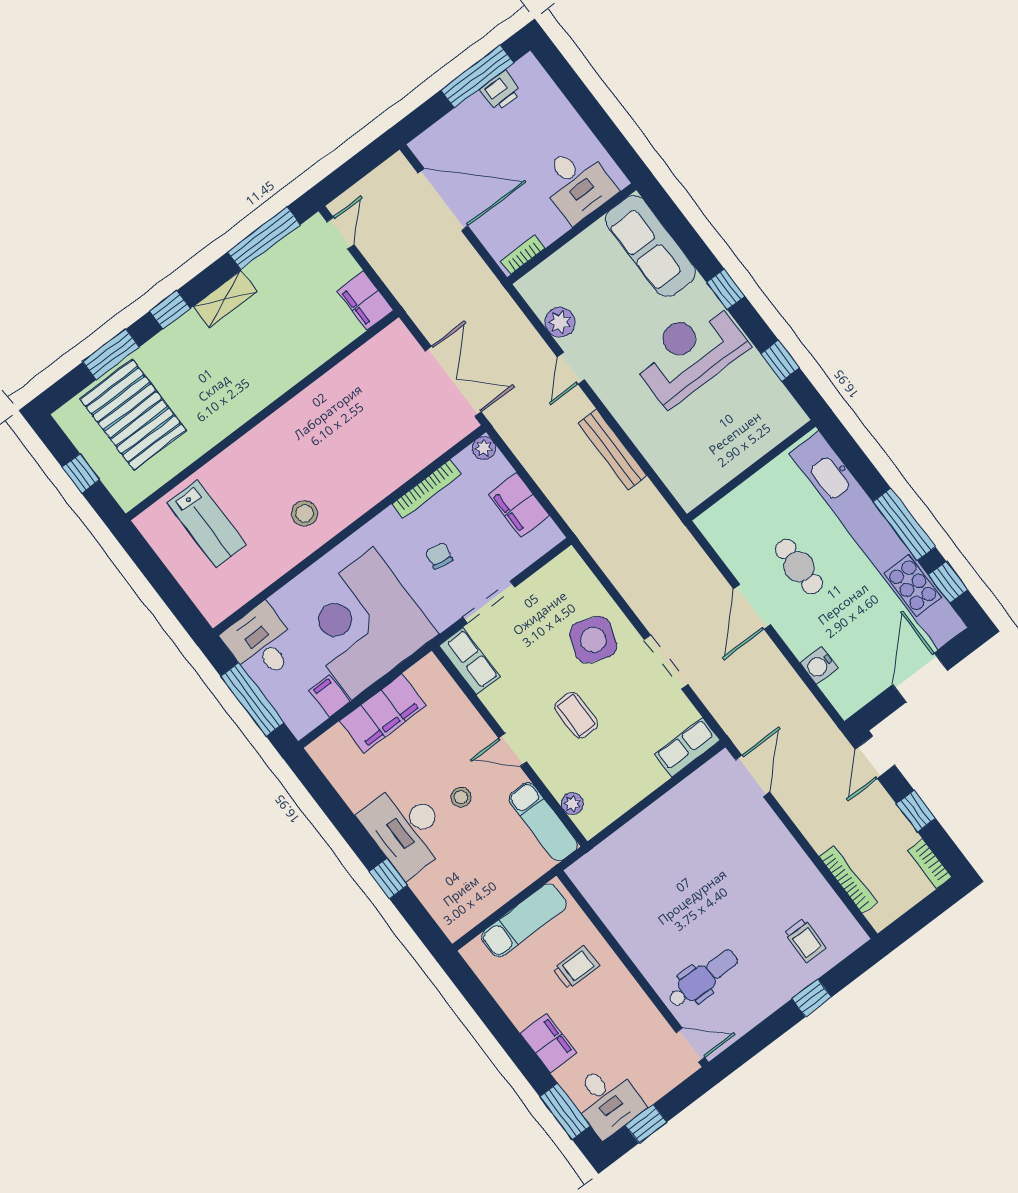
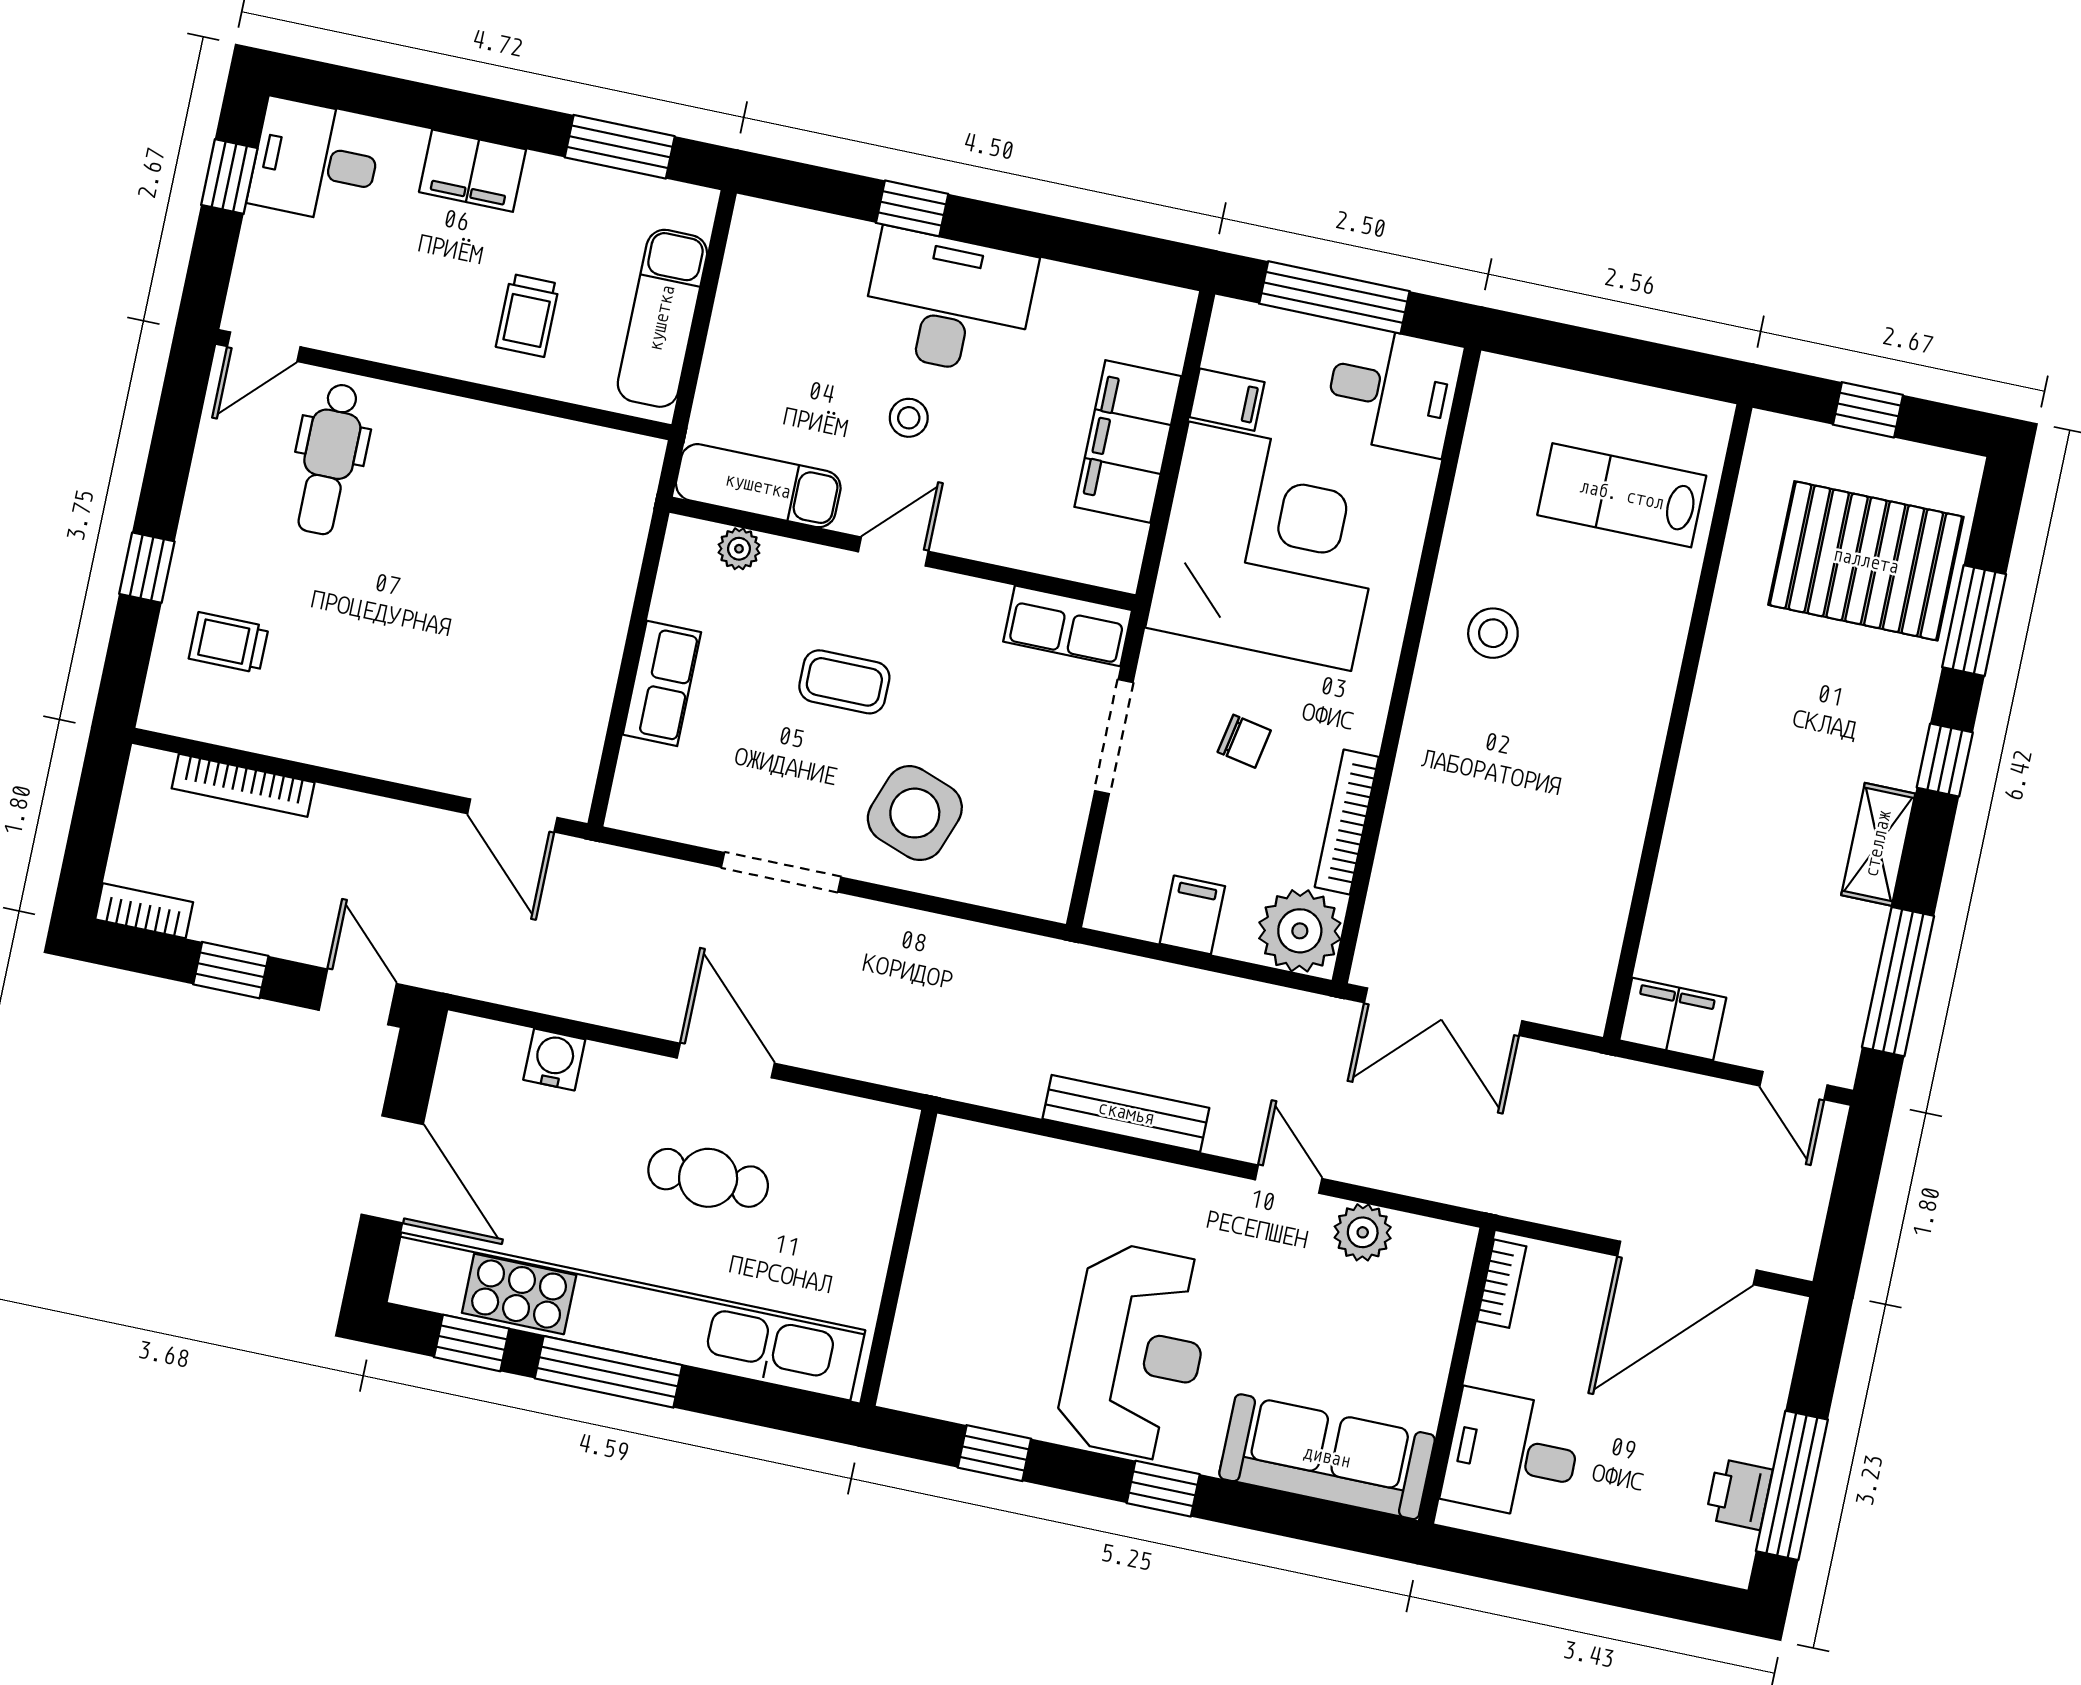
plant: (484, 448) -> (1300, 931), width x1.88, depth x1.88
filing cabinet: (519, 505) -> (1192, 915), width x0.50
row of seats: (687, 747) -> (662, 683), moved
window: (565, 1111) -> (620, 147), moved

